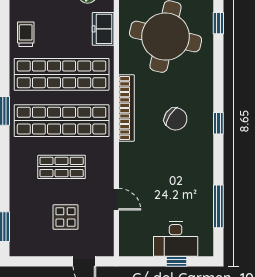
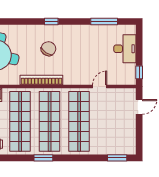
shop shelf: (62, 167) -> (79, 121), width x2.00, depth x1.36
display table: (66, 217) -> (111, 119), removed
window: (177, 261) -> (139, 72), moved

